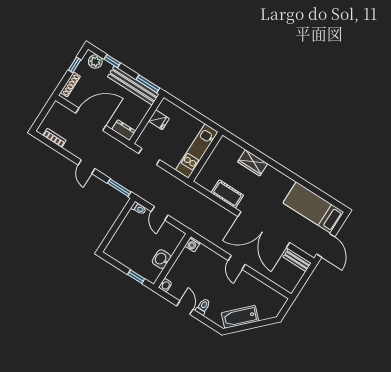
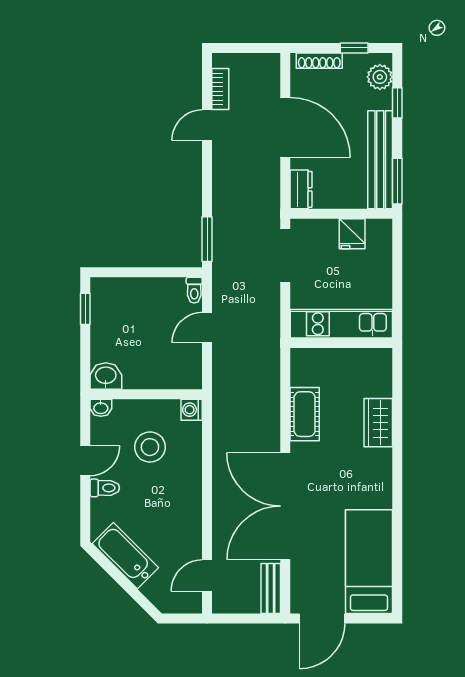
doorway: (149, 157) -> (285, 255), width x1.38
door: (87, 167) -> (207, 125), moved
washbasin: (161, 259) -> (106, 376), moved
door: (237, 262) -> (207, 576), moved
stool: (197, 274) -> (150, 447), added
window: (136, 277) -> (85, 309), moved

